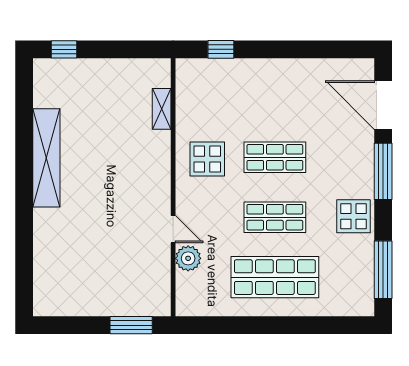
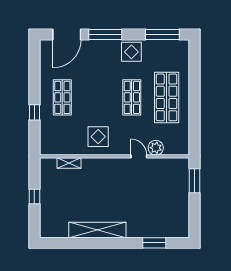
window: (64, 49) -> (34, 197), moved
window: (221, 49) -> (34, 112), moved
shop shelf: (275, 157) -> (62, 97), moved
door: (173, 229) -> (139, 156), hinge flipped
window: (24, 256) -> (154, 243), added

